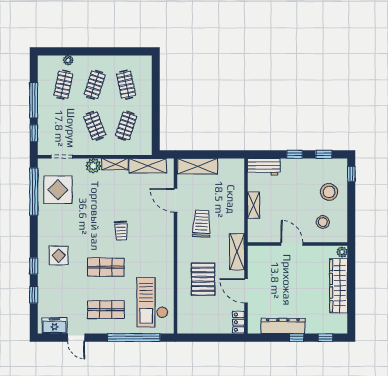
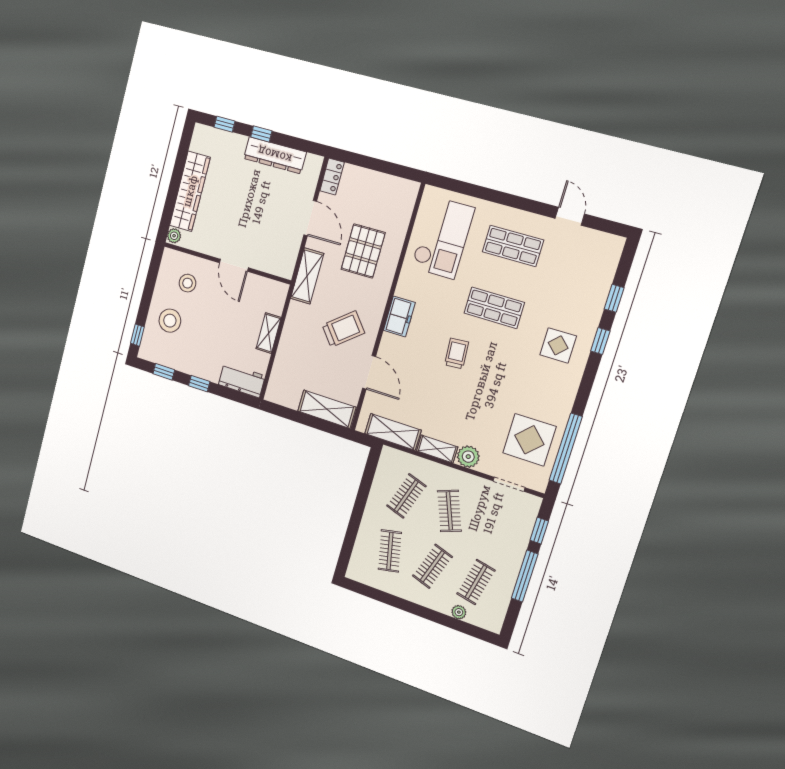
trolley: (202, 224) -> (343, 329), turned -132
freezer: (54, 326) -> (399, 317), moved, turned -90
window: (134, 338) -> (484, 193), removed

